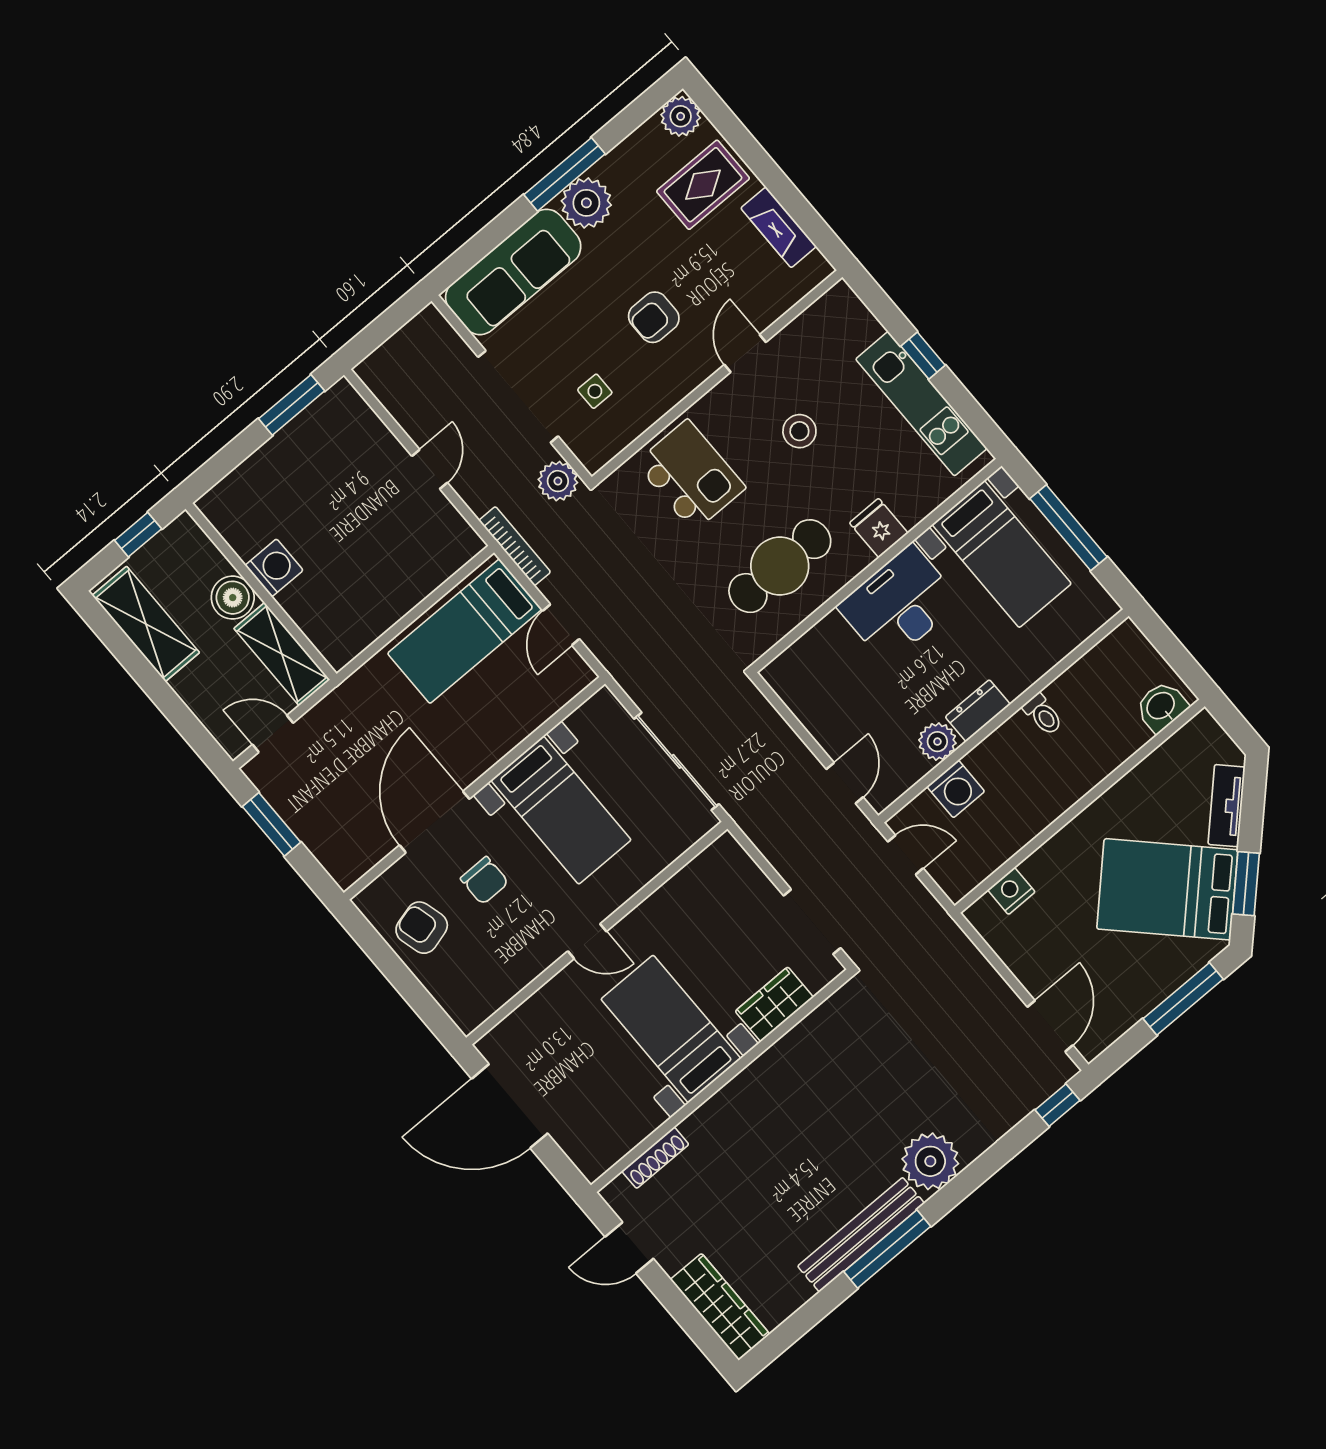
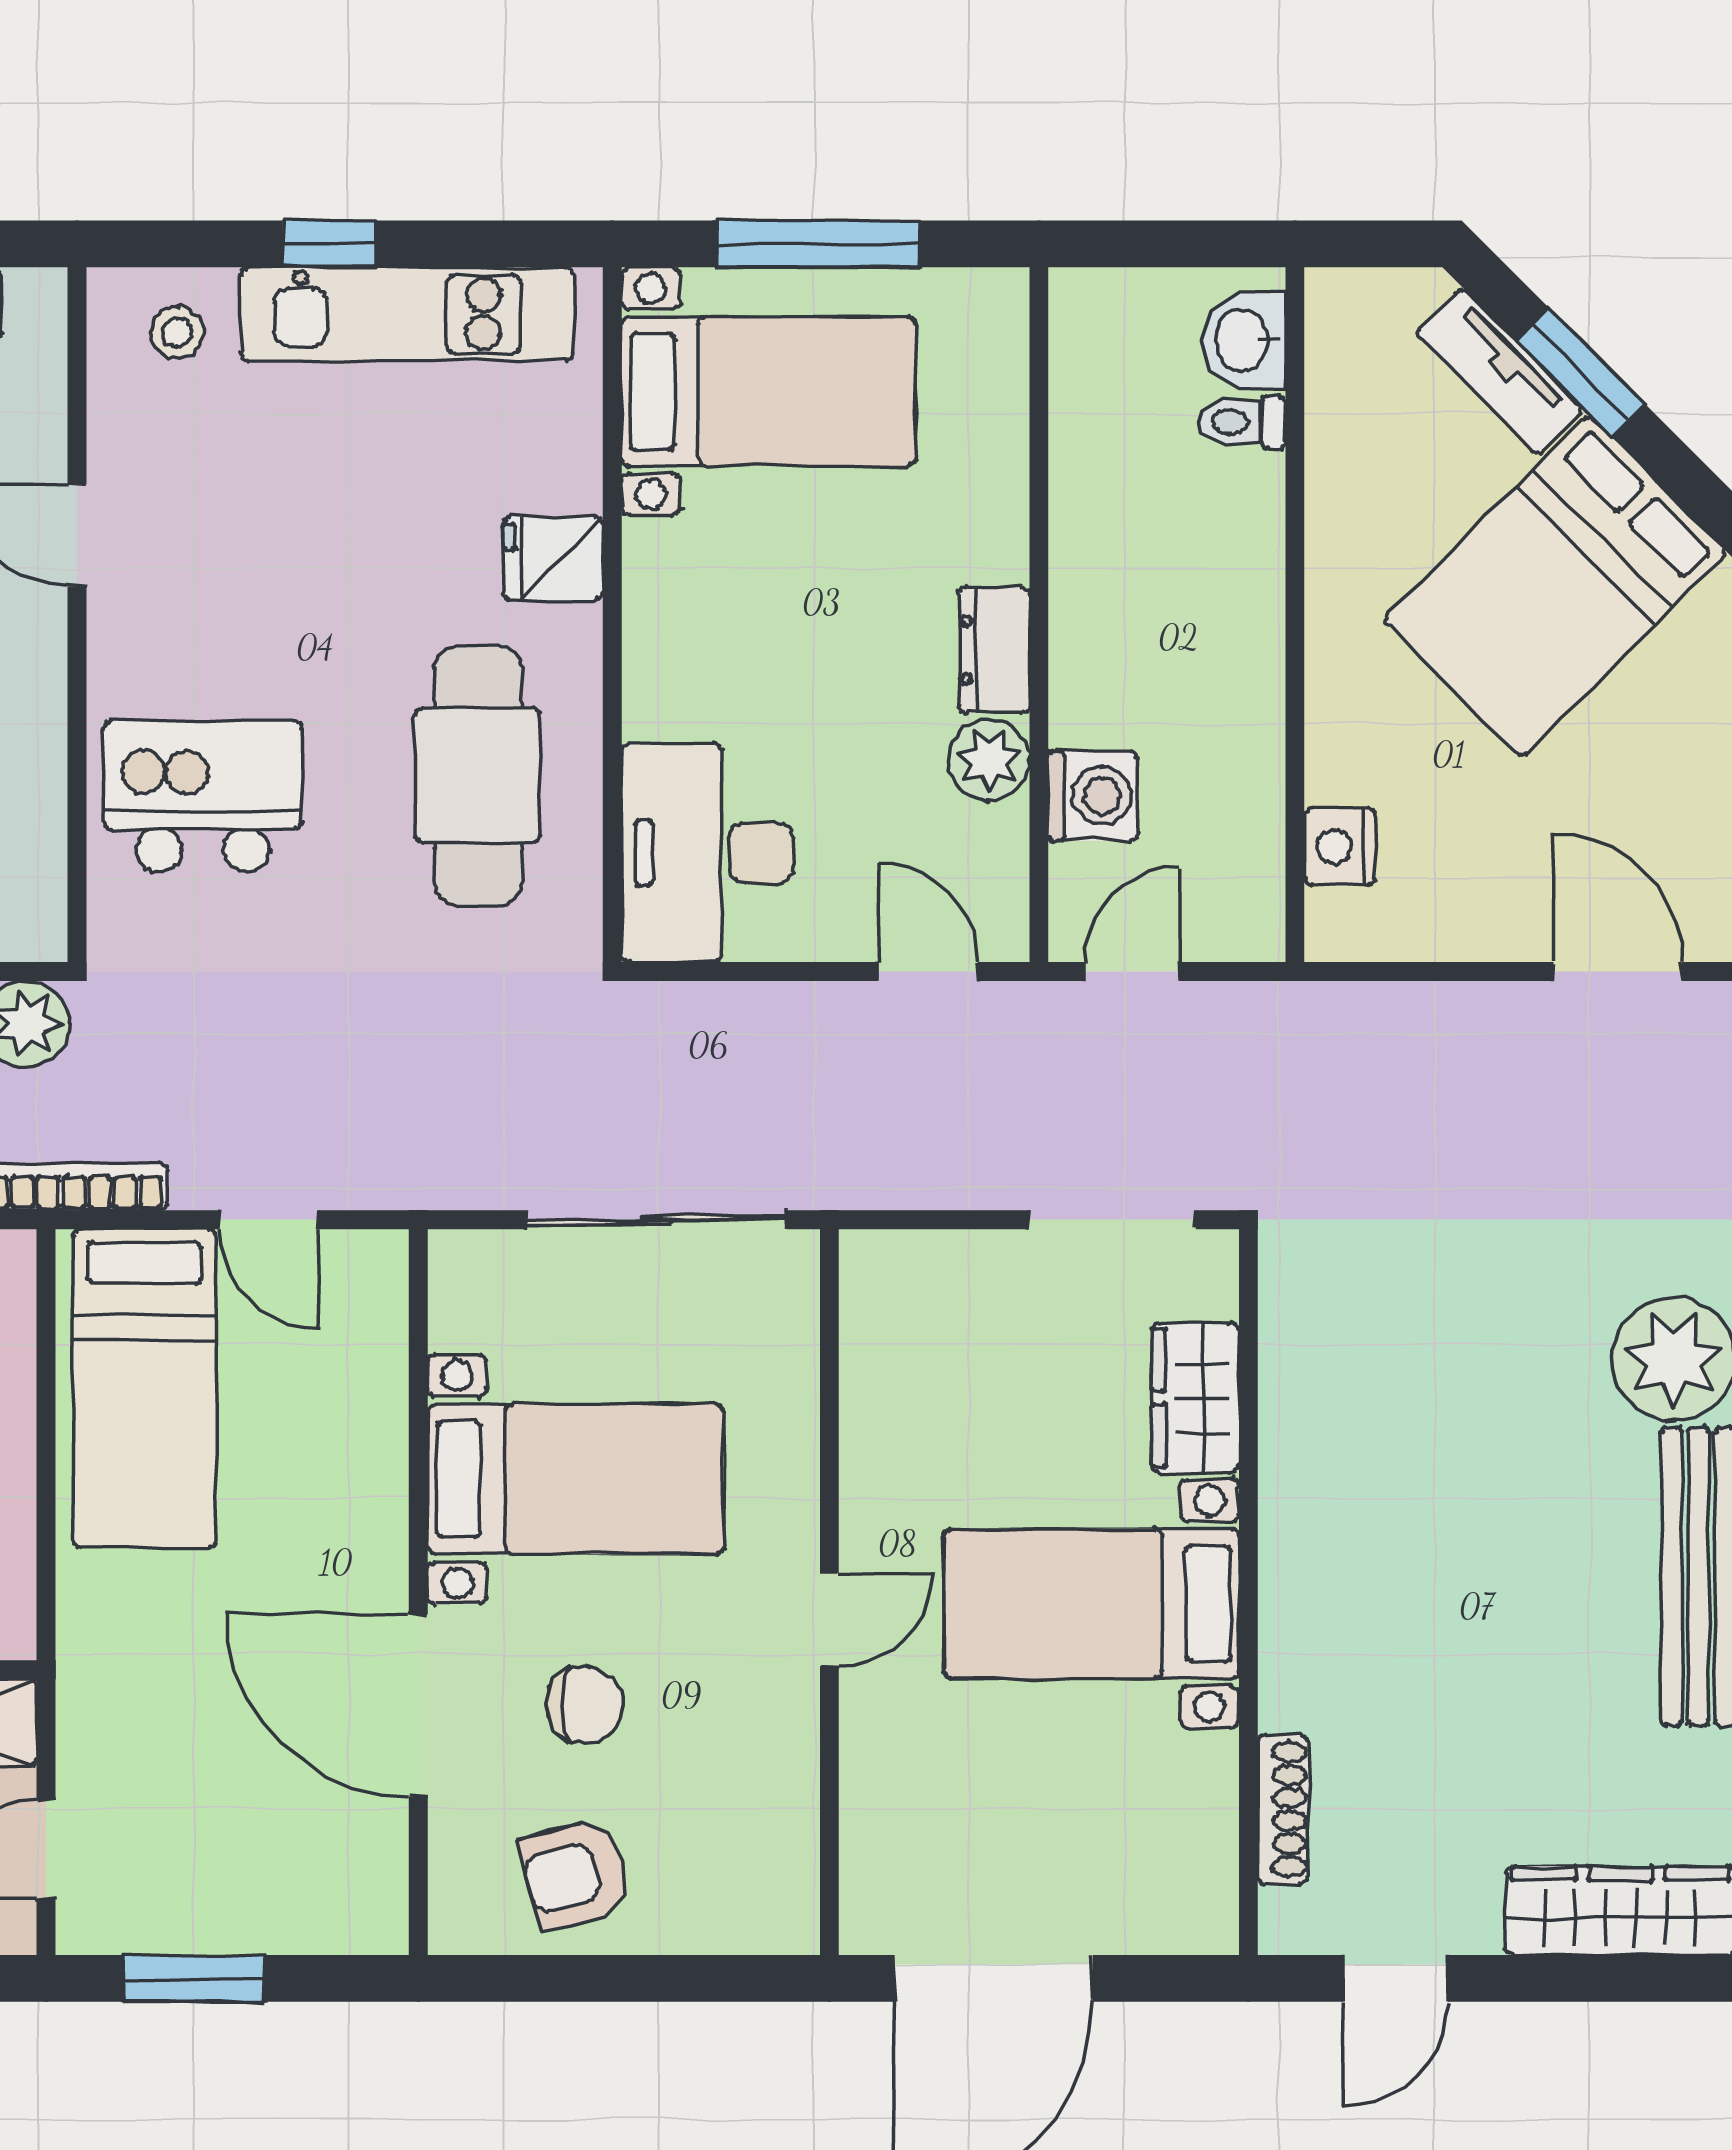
stool: (799, 431) -> (177, 333), moved, width x0.73, depth x0.73
desk: (899, 604) -> (708, 853), moved
toilet: (1043, 714) -> (1242, 422), moved, turned 180
window: (1246, 884) -> (1581, 373), moved

